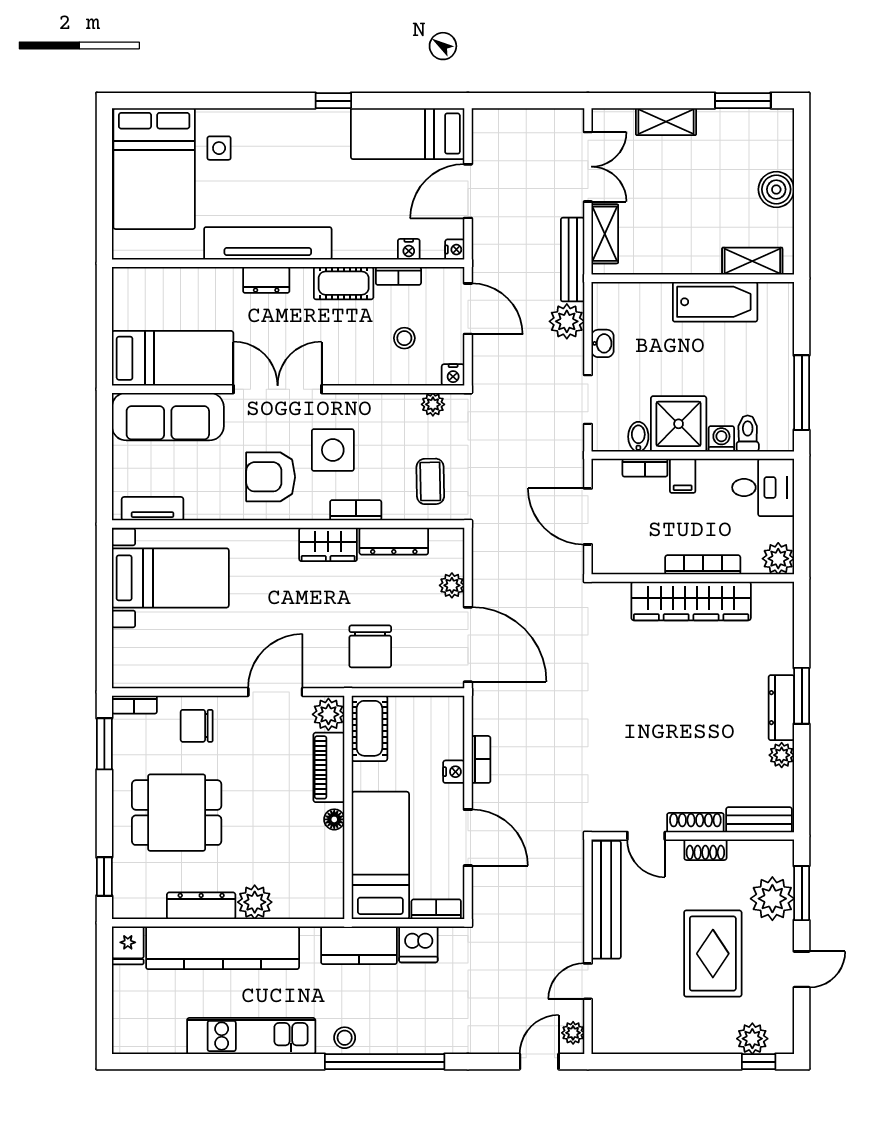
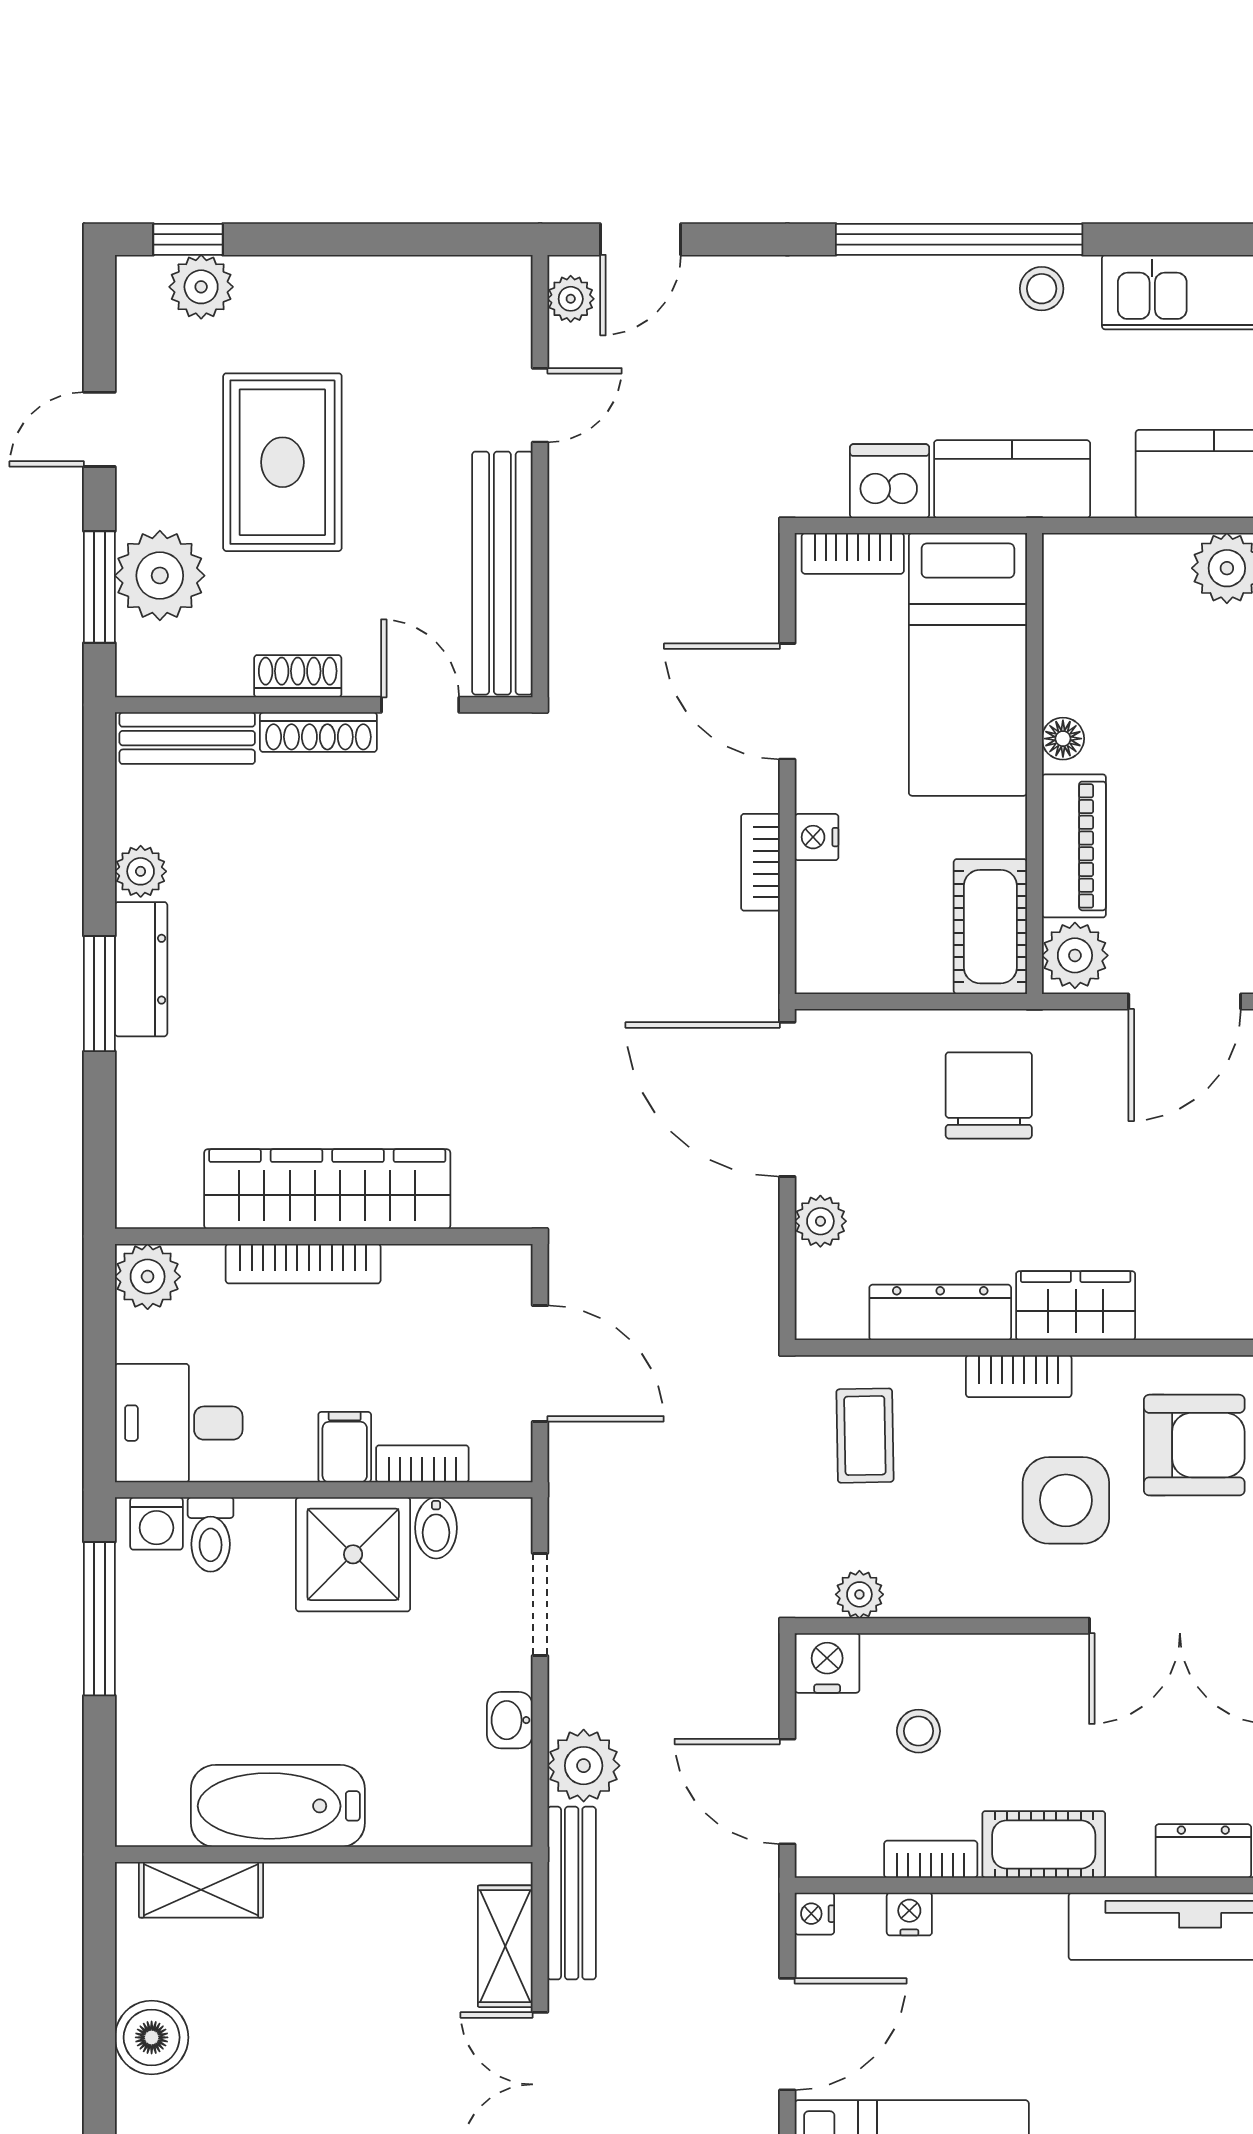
nightstand: (453, 375) -> (827, 1663), width x1.39, depth x1.35
washing machine: (721, 439) -> (156, 1523), moved

